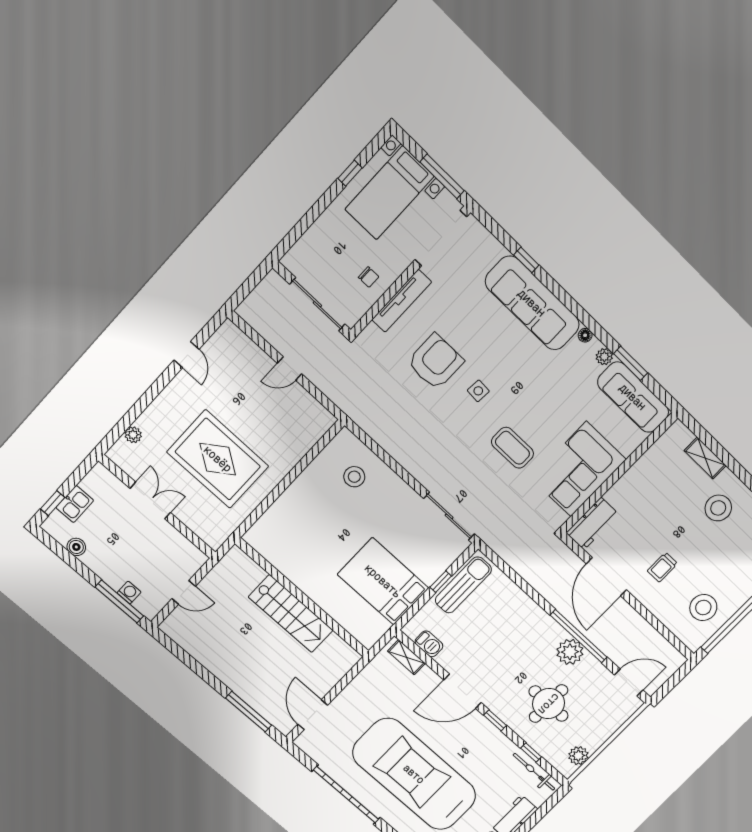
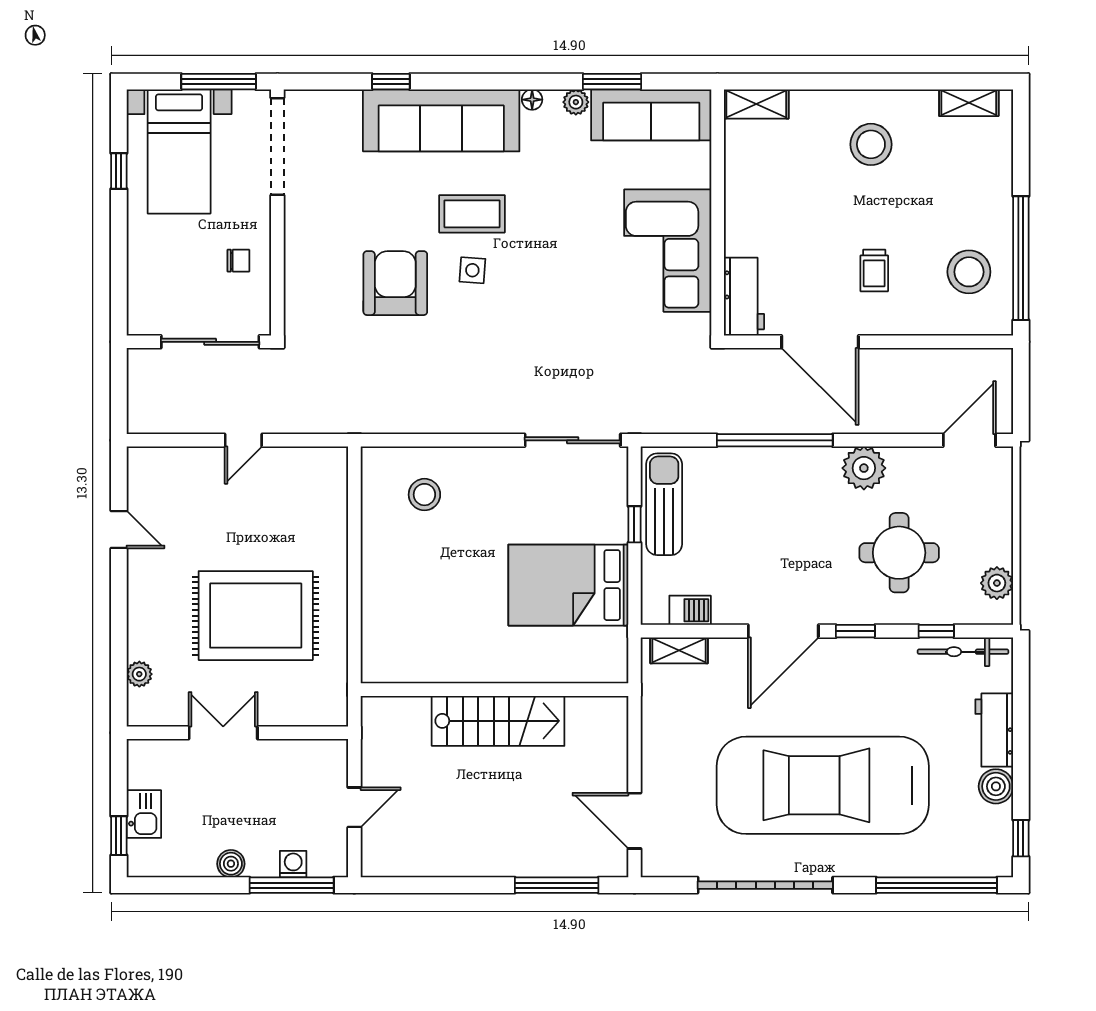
tv unit: (402, 301) -> (297, 252), removed
coffee table: (512, 448) -> (472, 214), moved
shelving: (705, 458) -> (756, 104), moved
boiler: (76, 547) -> (231, 864), moved
window: (579, 636) -> (775, 440), moved

